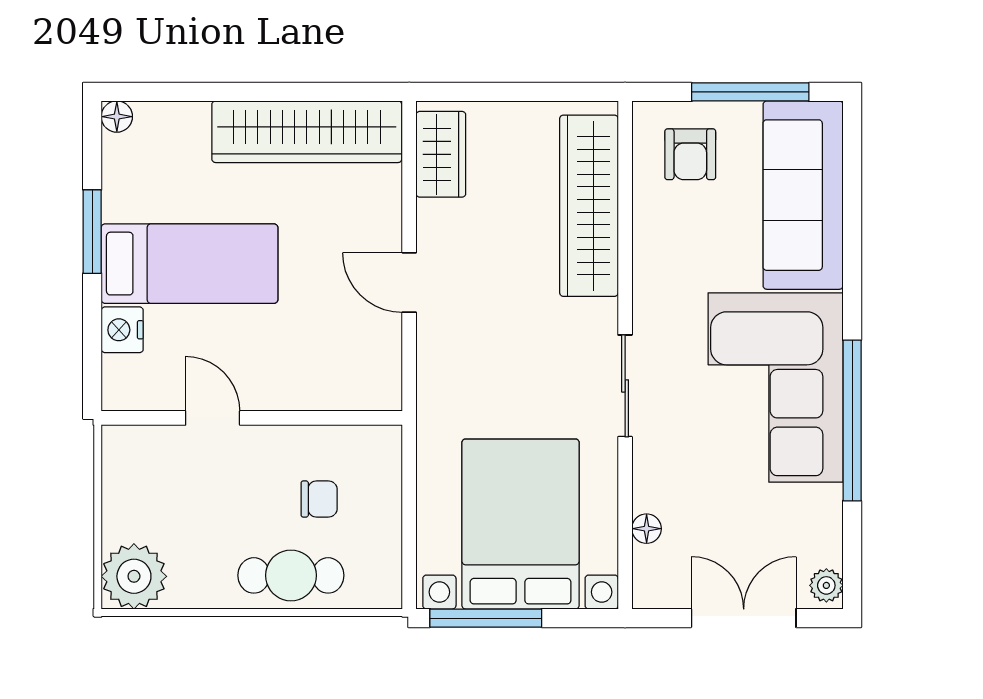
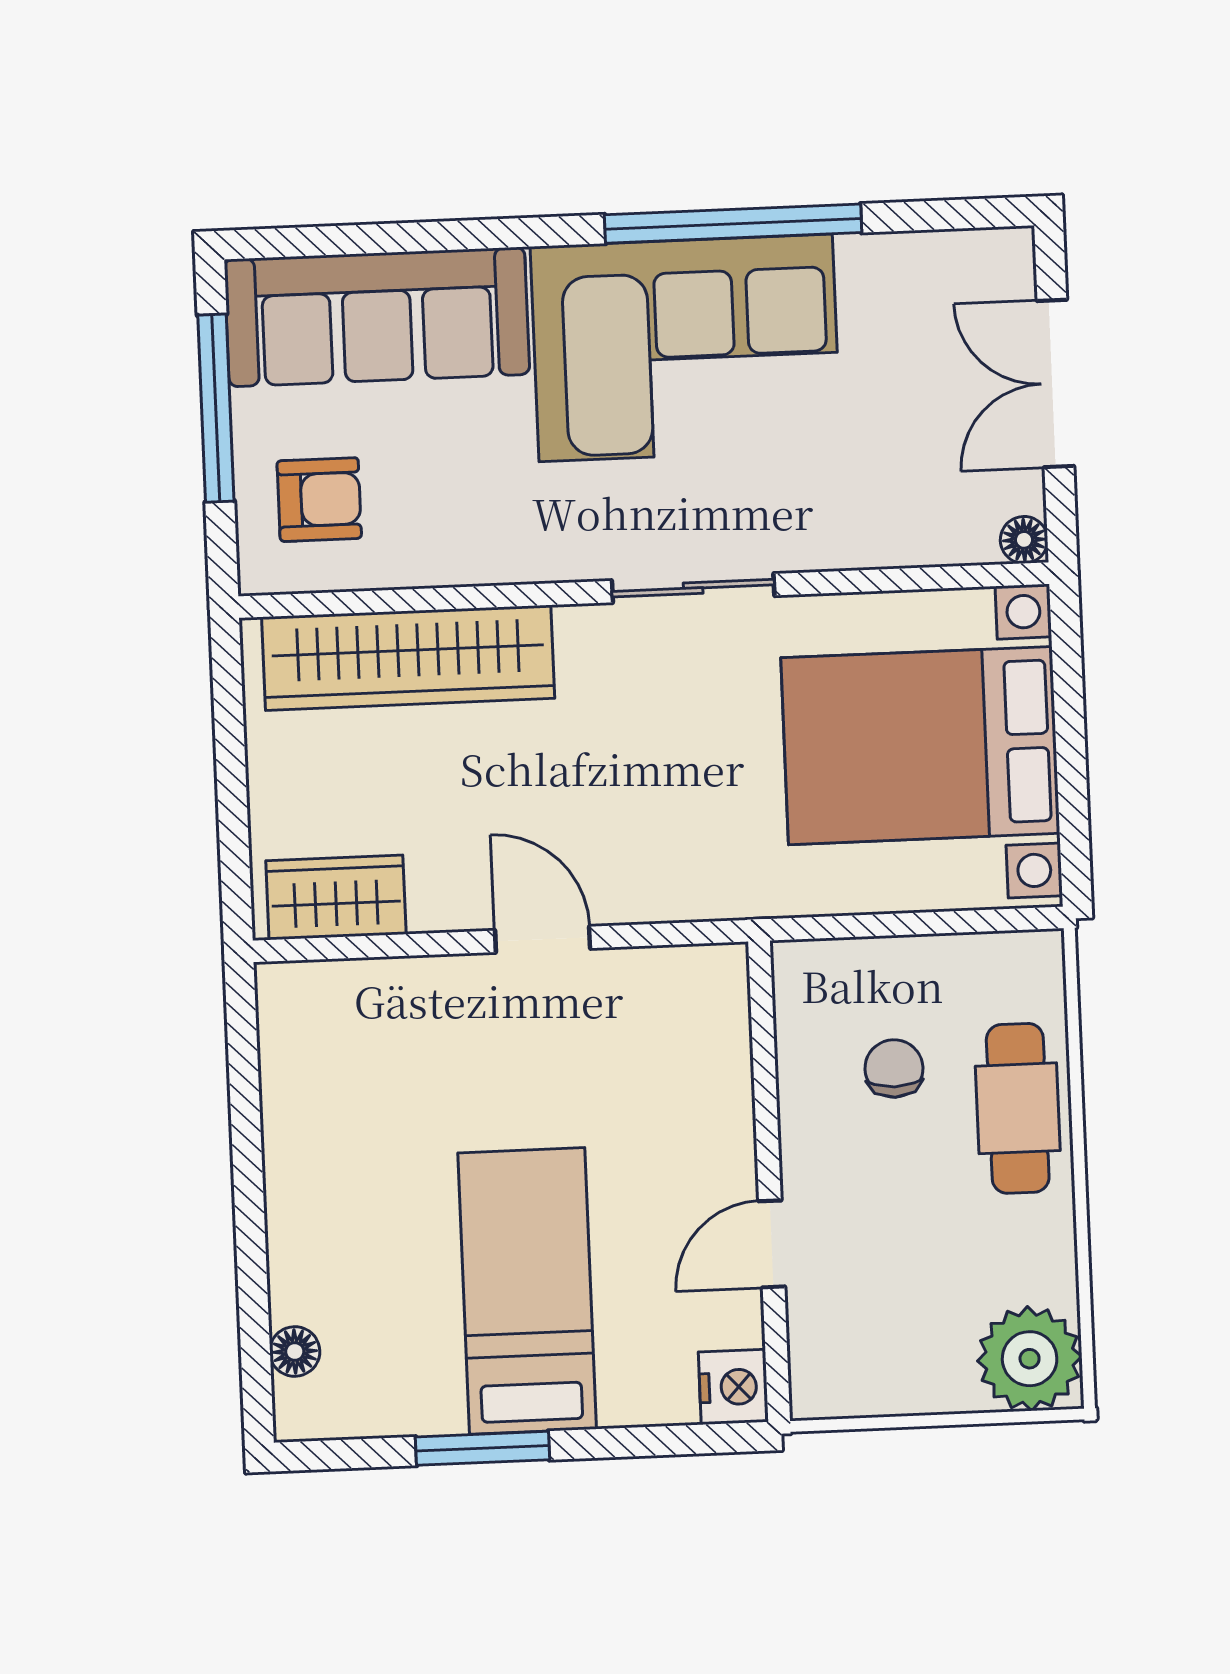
floor lamp: (117, 117) -> (295, 1352), moved
wardrobe: (307, 132) -> (309, 1113), removed
door: (409, 282) -> (543, 939), swing flipped
nightstand: (122, 330) -> (733, 1387), moved, turned -90
floor lamp: (647, 529) -> (1024, 540), moved
plant: (826, 585) -> (998, 254), removed
window: (486, 618) -> (1073, 795), removed

